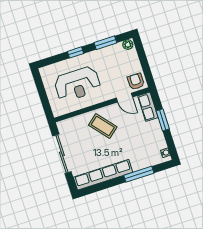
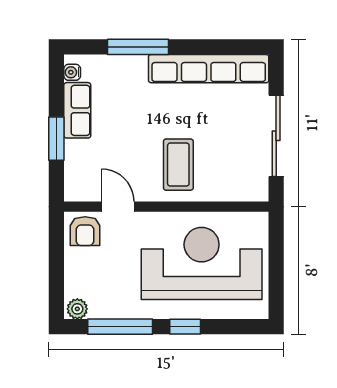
window: (105, 43) -> (120, 327), width x1.44
reception desk: (77, 84) -> (202, 263), width x1.36, depth x1.30
row of seats: (148, 107) -> (77, 110), moved
coffee table: (103, 126) -> (178, 165), turned 40

